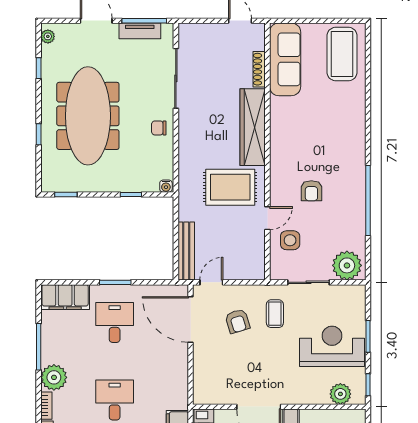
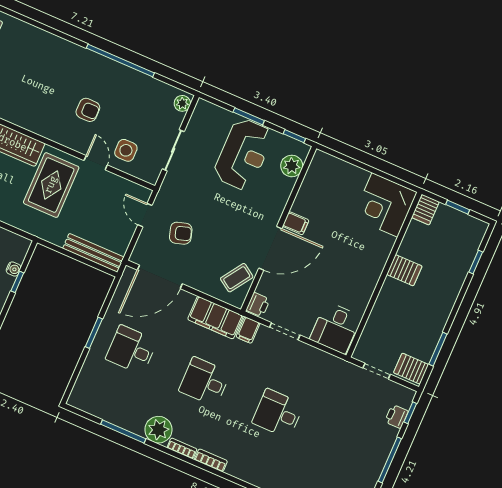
water cooler: (166, 186) -> (13, 269), moved
plant: (347, 265) -> (182, 103), width x0.53, depth x0.53
door: (211, 282) -> (145, 215), moved
filing cabinet: (65, 297) -> (215, 318), moved, turned 90
coffee table: (275, 314) -> (237, 278), moved, turned -56
reception desk: (332, 346) -> (243, 154), turned 180

